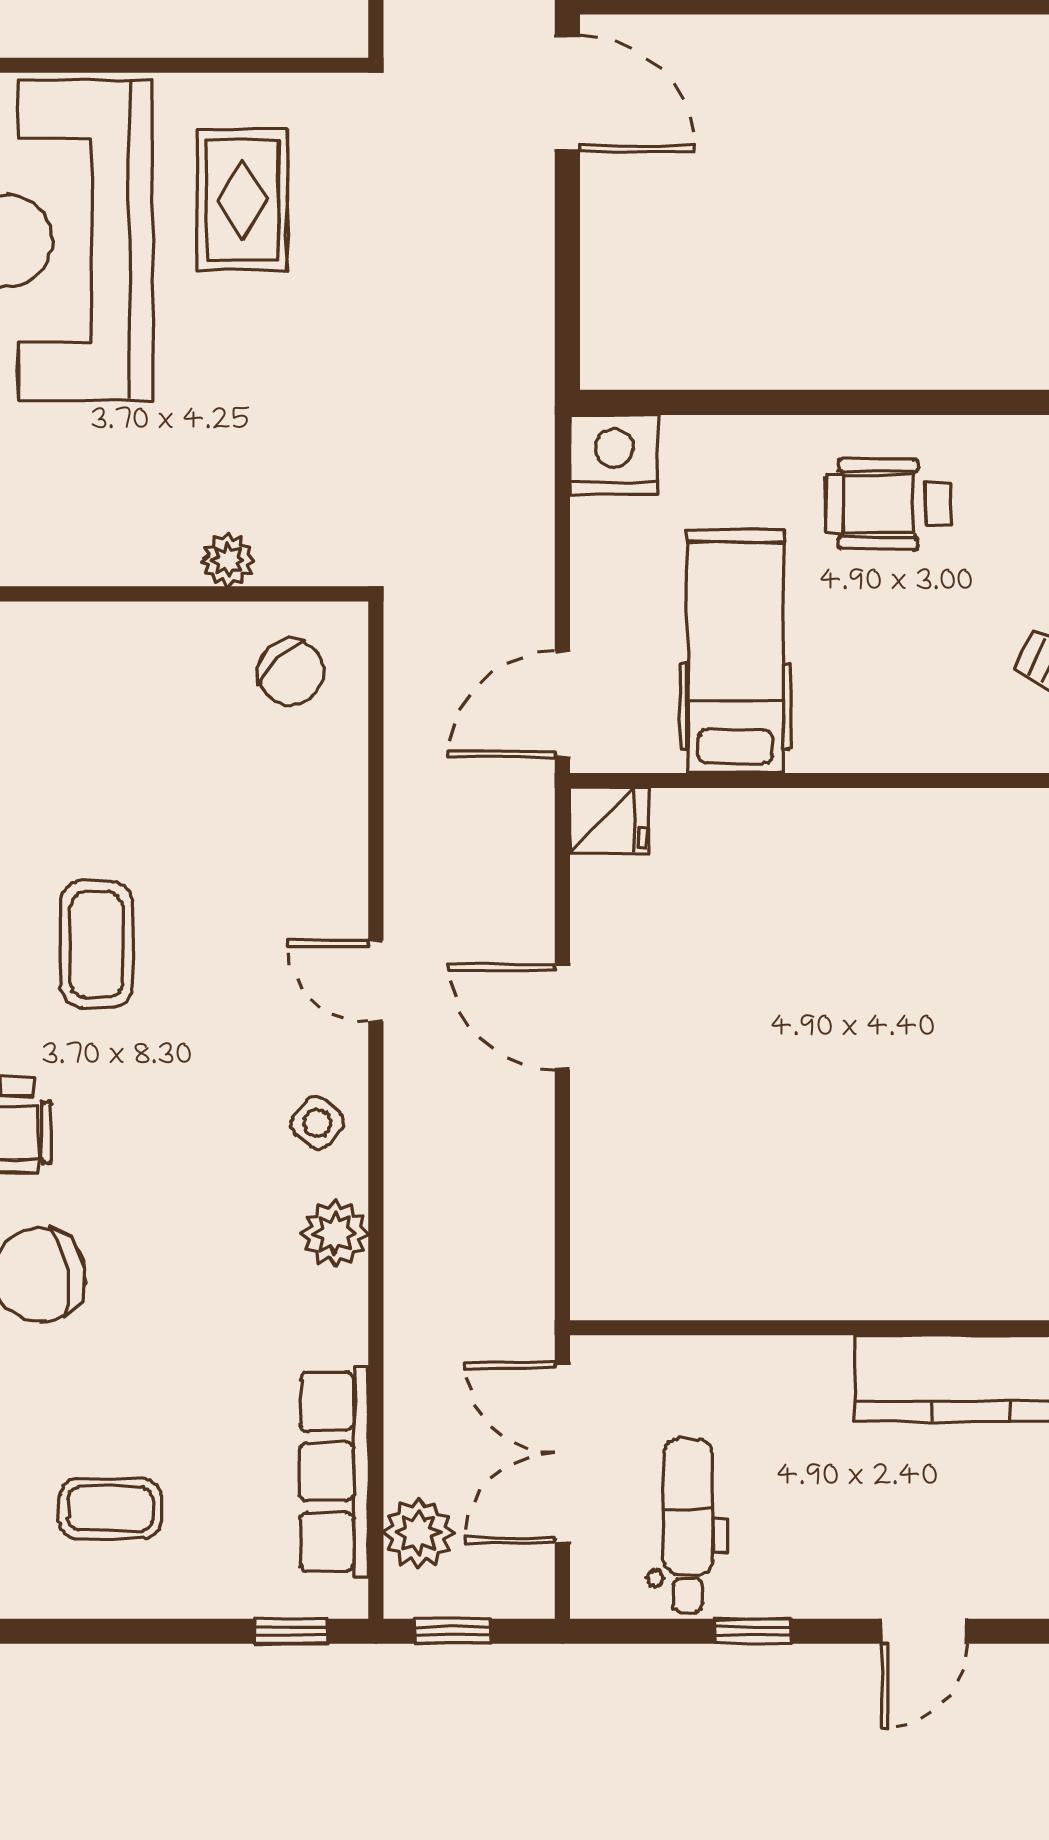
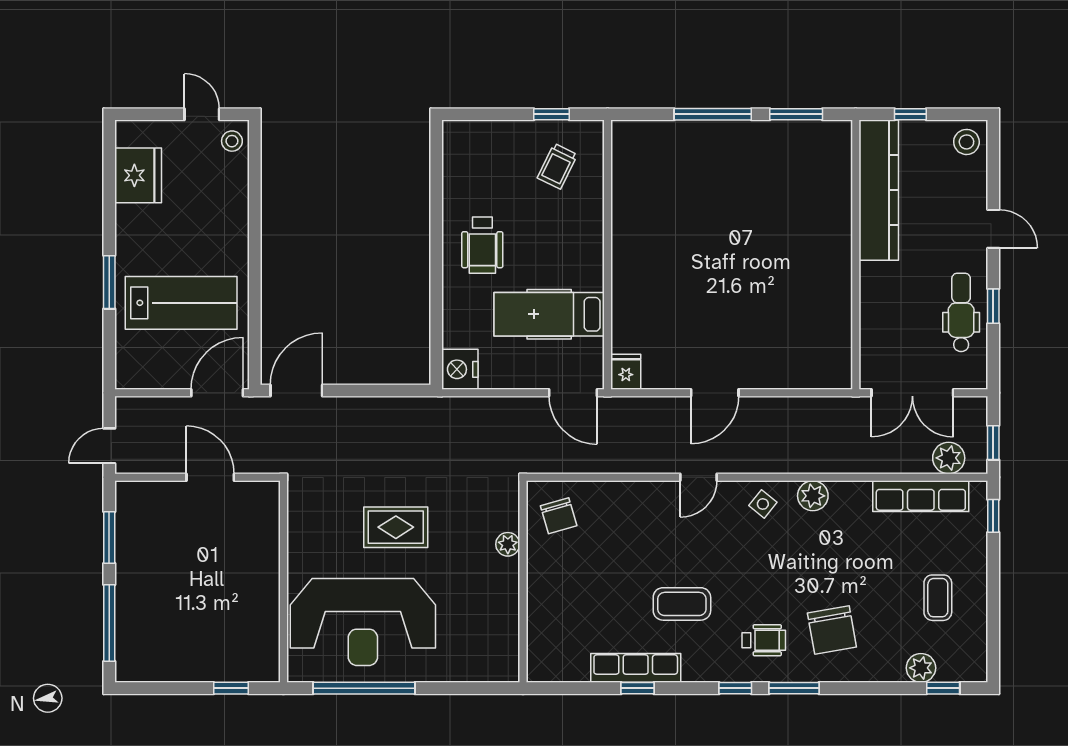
rug: (242, 200) -> (396, 527), moved
chair: (291, 672) -> (559, 516), turned 117
dental chair: (688, 1526) -> (961, 312), moved, turned 90

